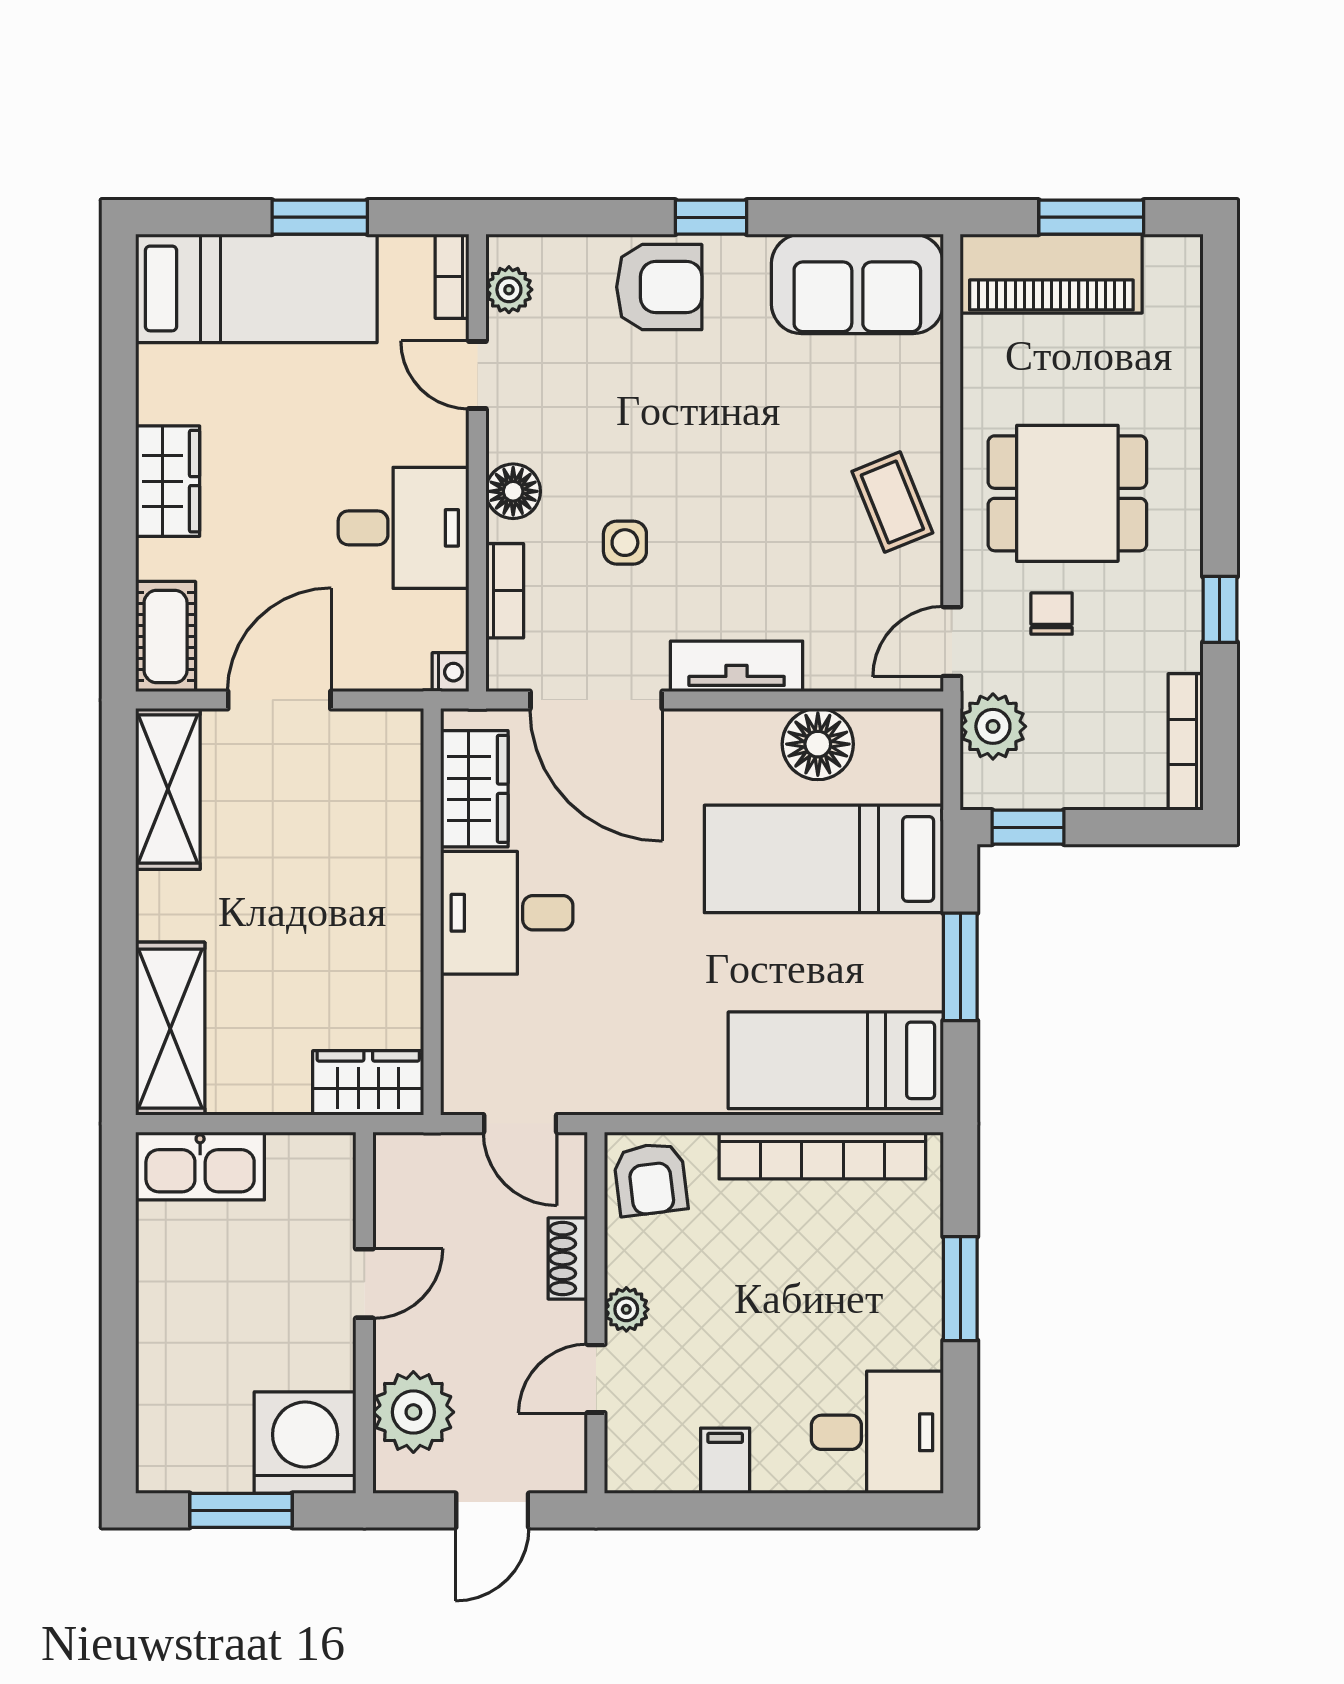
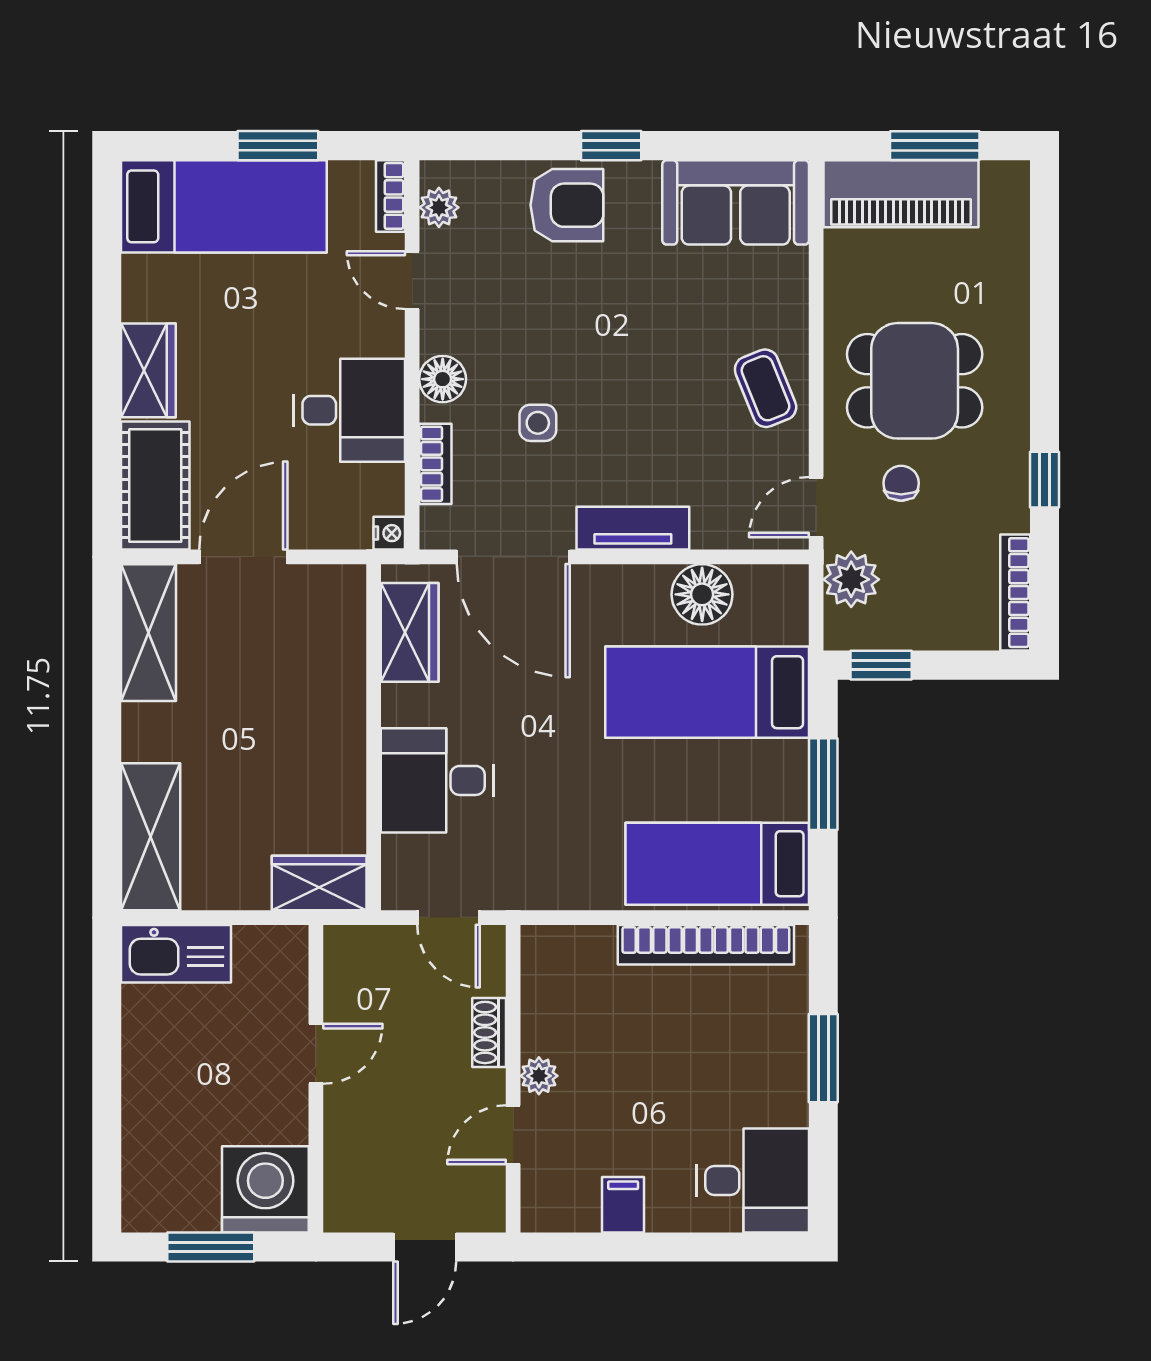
cot: (166, 637) -> (155, 485), width x1.37, depth x1.34
desk: (507, 913) -> (437, 780), moved
armchair: (651, 1179) -> (560, 965), removed
plant: (413, 1412) -> (358, 1163), removed

